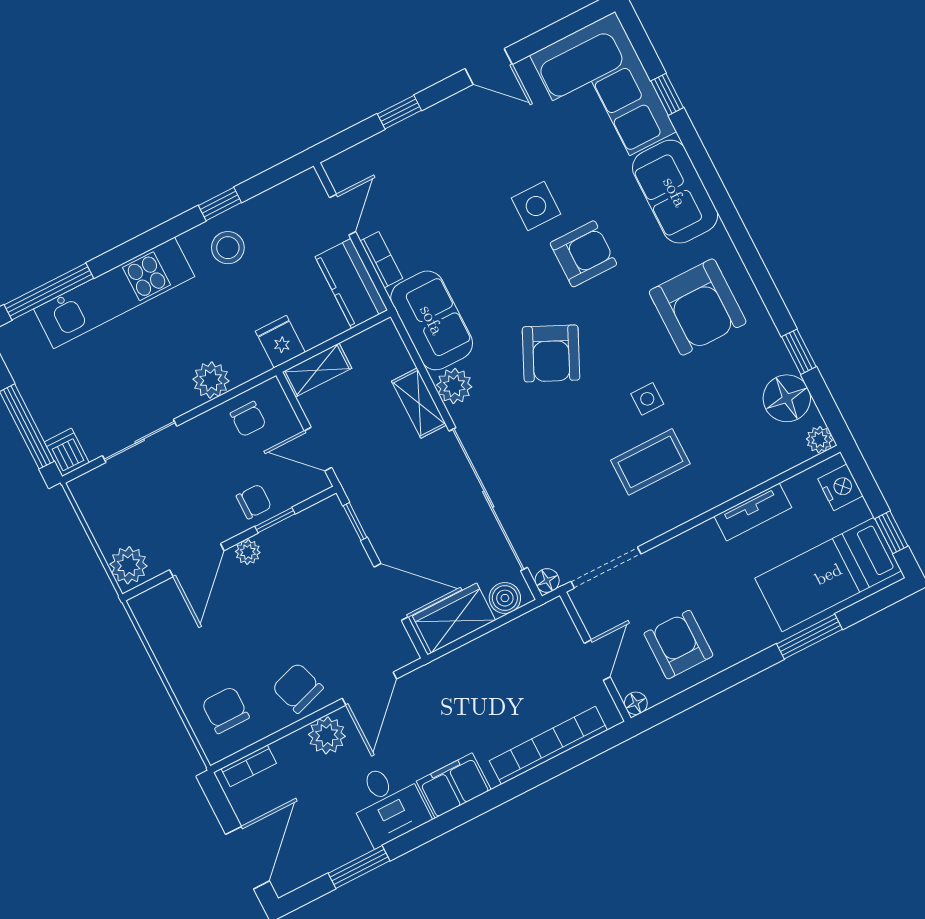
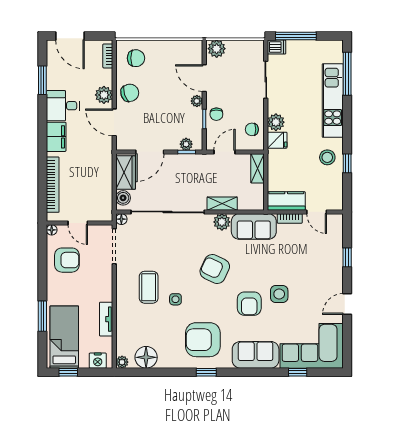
fridge: (280, 342) -> (277, 140), moved
window: (799, 352) -> (206, 372), moved
plant: (341, 530) -> (186, 144), added

